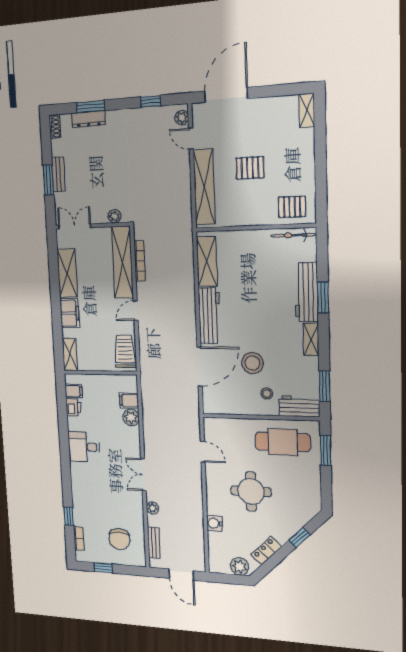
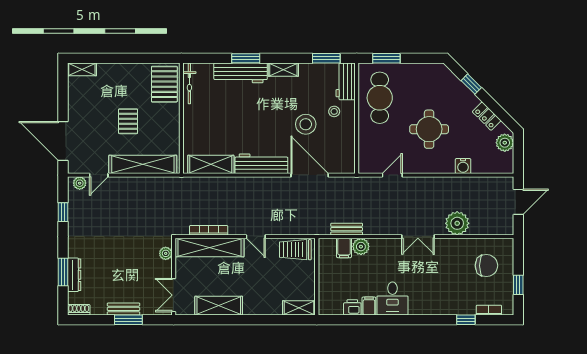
pallet: (292, 207) -> (164, 84), width x1.50, depth x1.42
filing cabinet: (70, 313) -> (258, 306), removed
filing cabinet: (74, 391) -> (369, 306), moved
plant: (152, 508) -> (457, 223), width x1.88, depth x1.88
bench: (154, 543) -> (347, 229), moved

